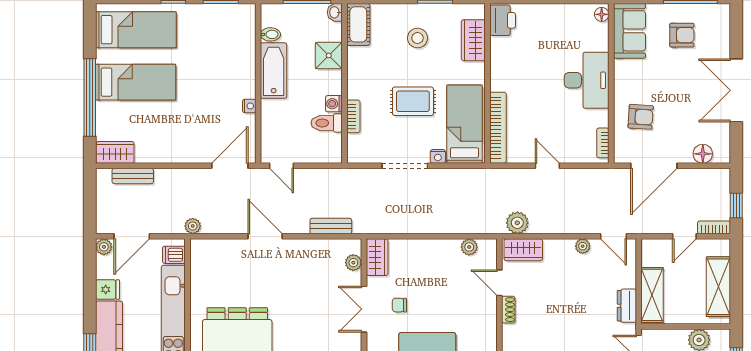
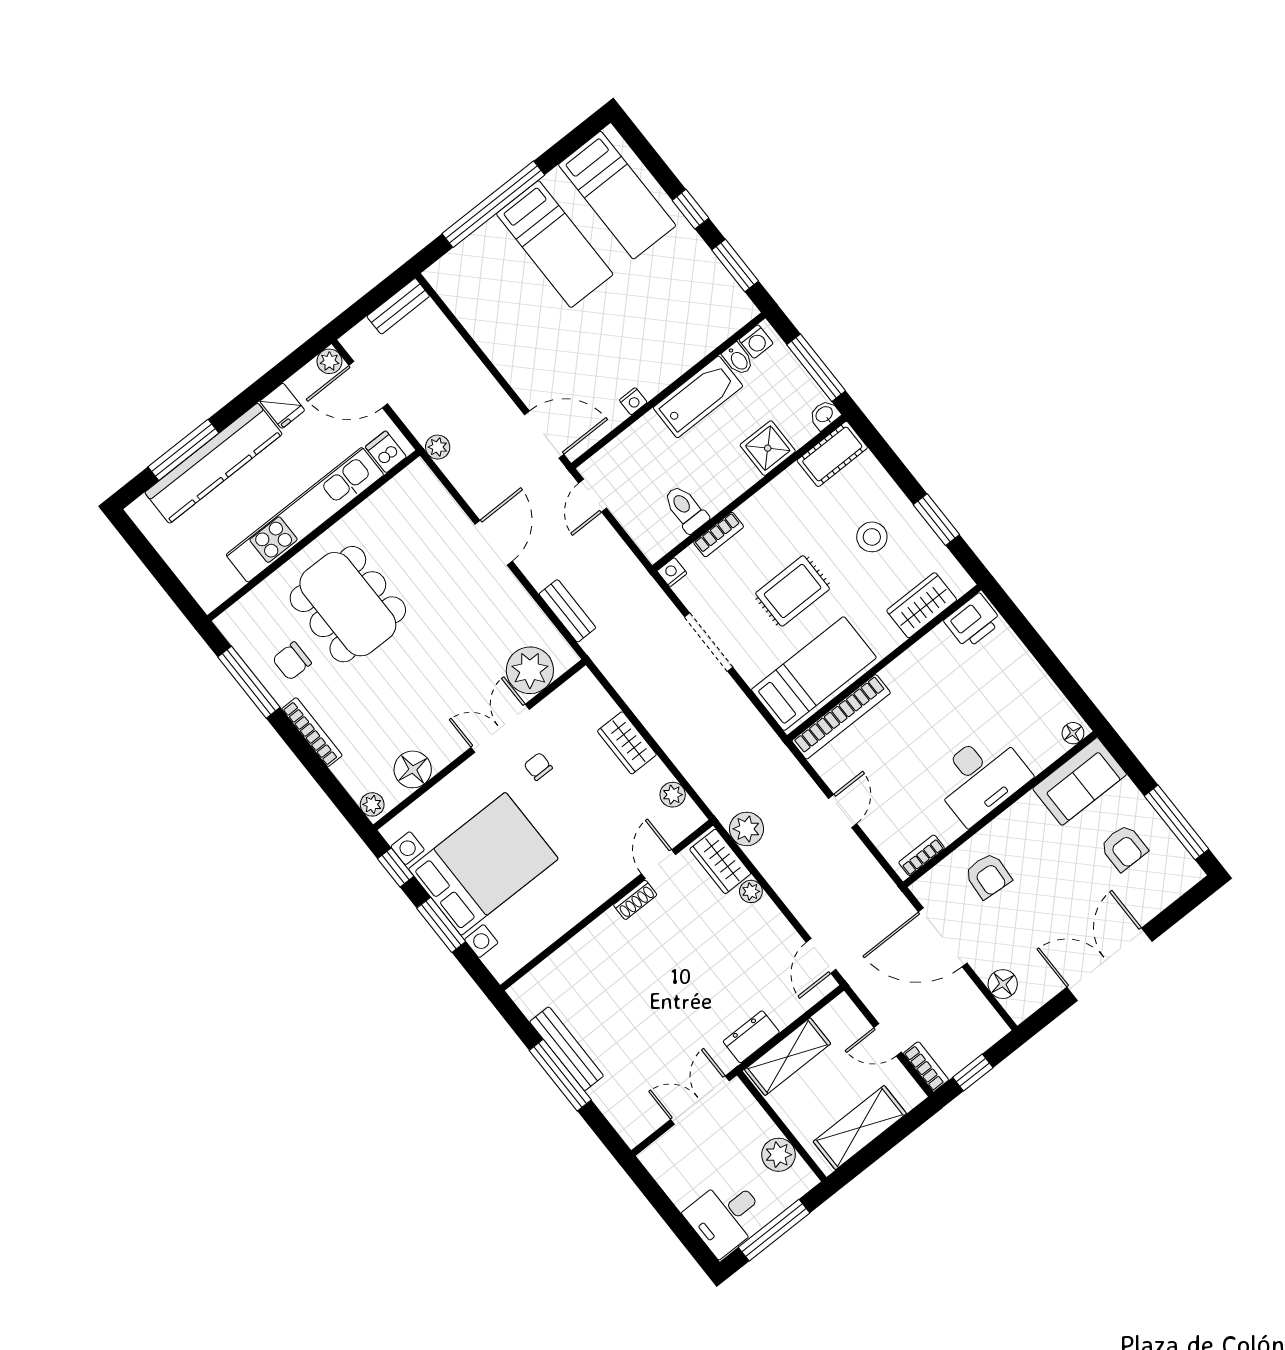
rug: (413, 101) -> (793, 591), turned 90
washing machine: (334, 104) -> (756, 342), moved, turned 180
wardrobe: (115, 152) -> (452, 286), removed
nightstand: (438, 156) -> (672, 572), moved, turned 90
bench: (133, 176) -> (398, 306), moved, turned 90
plant: (583, 246) -> (751, 891), moved
wardrobe: (377, 257) -> (627, 743), moved, turned 90
plant: (353, 263) -> (530, 670), width x1.88, depth x1.88

